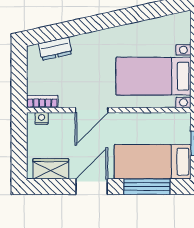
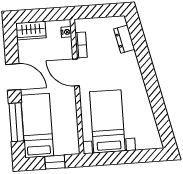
bookcase: (42, 102) -> (81, 45), moved
wardrobe: (51, 169) -> (31, 31), moved, turned 90

